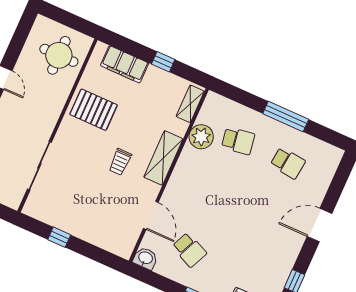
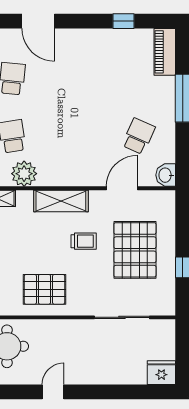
pallet: (94, 110) -> (44, 289), turned 90
pallet: (93, 203) -> (135, 250), added
door: (320, 225) -> (38, 21), moved

